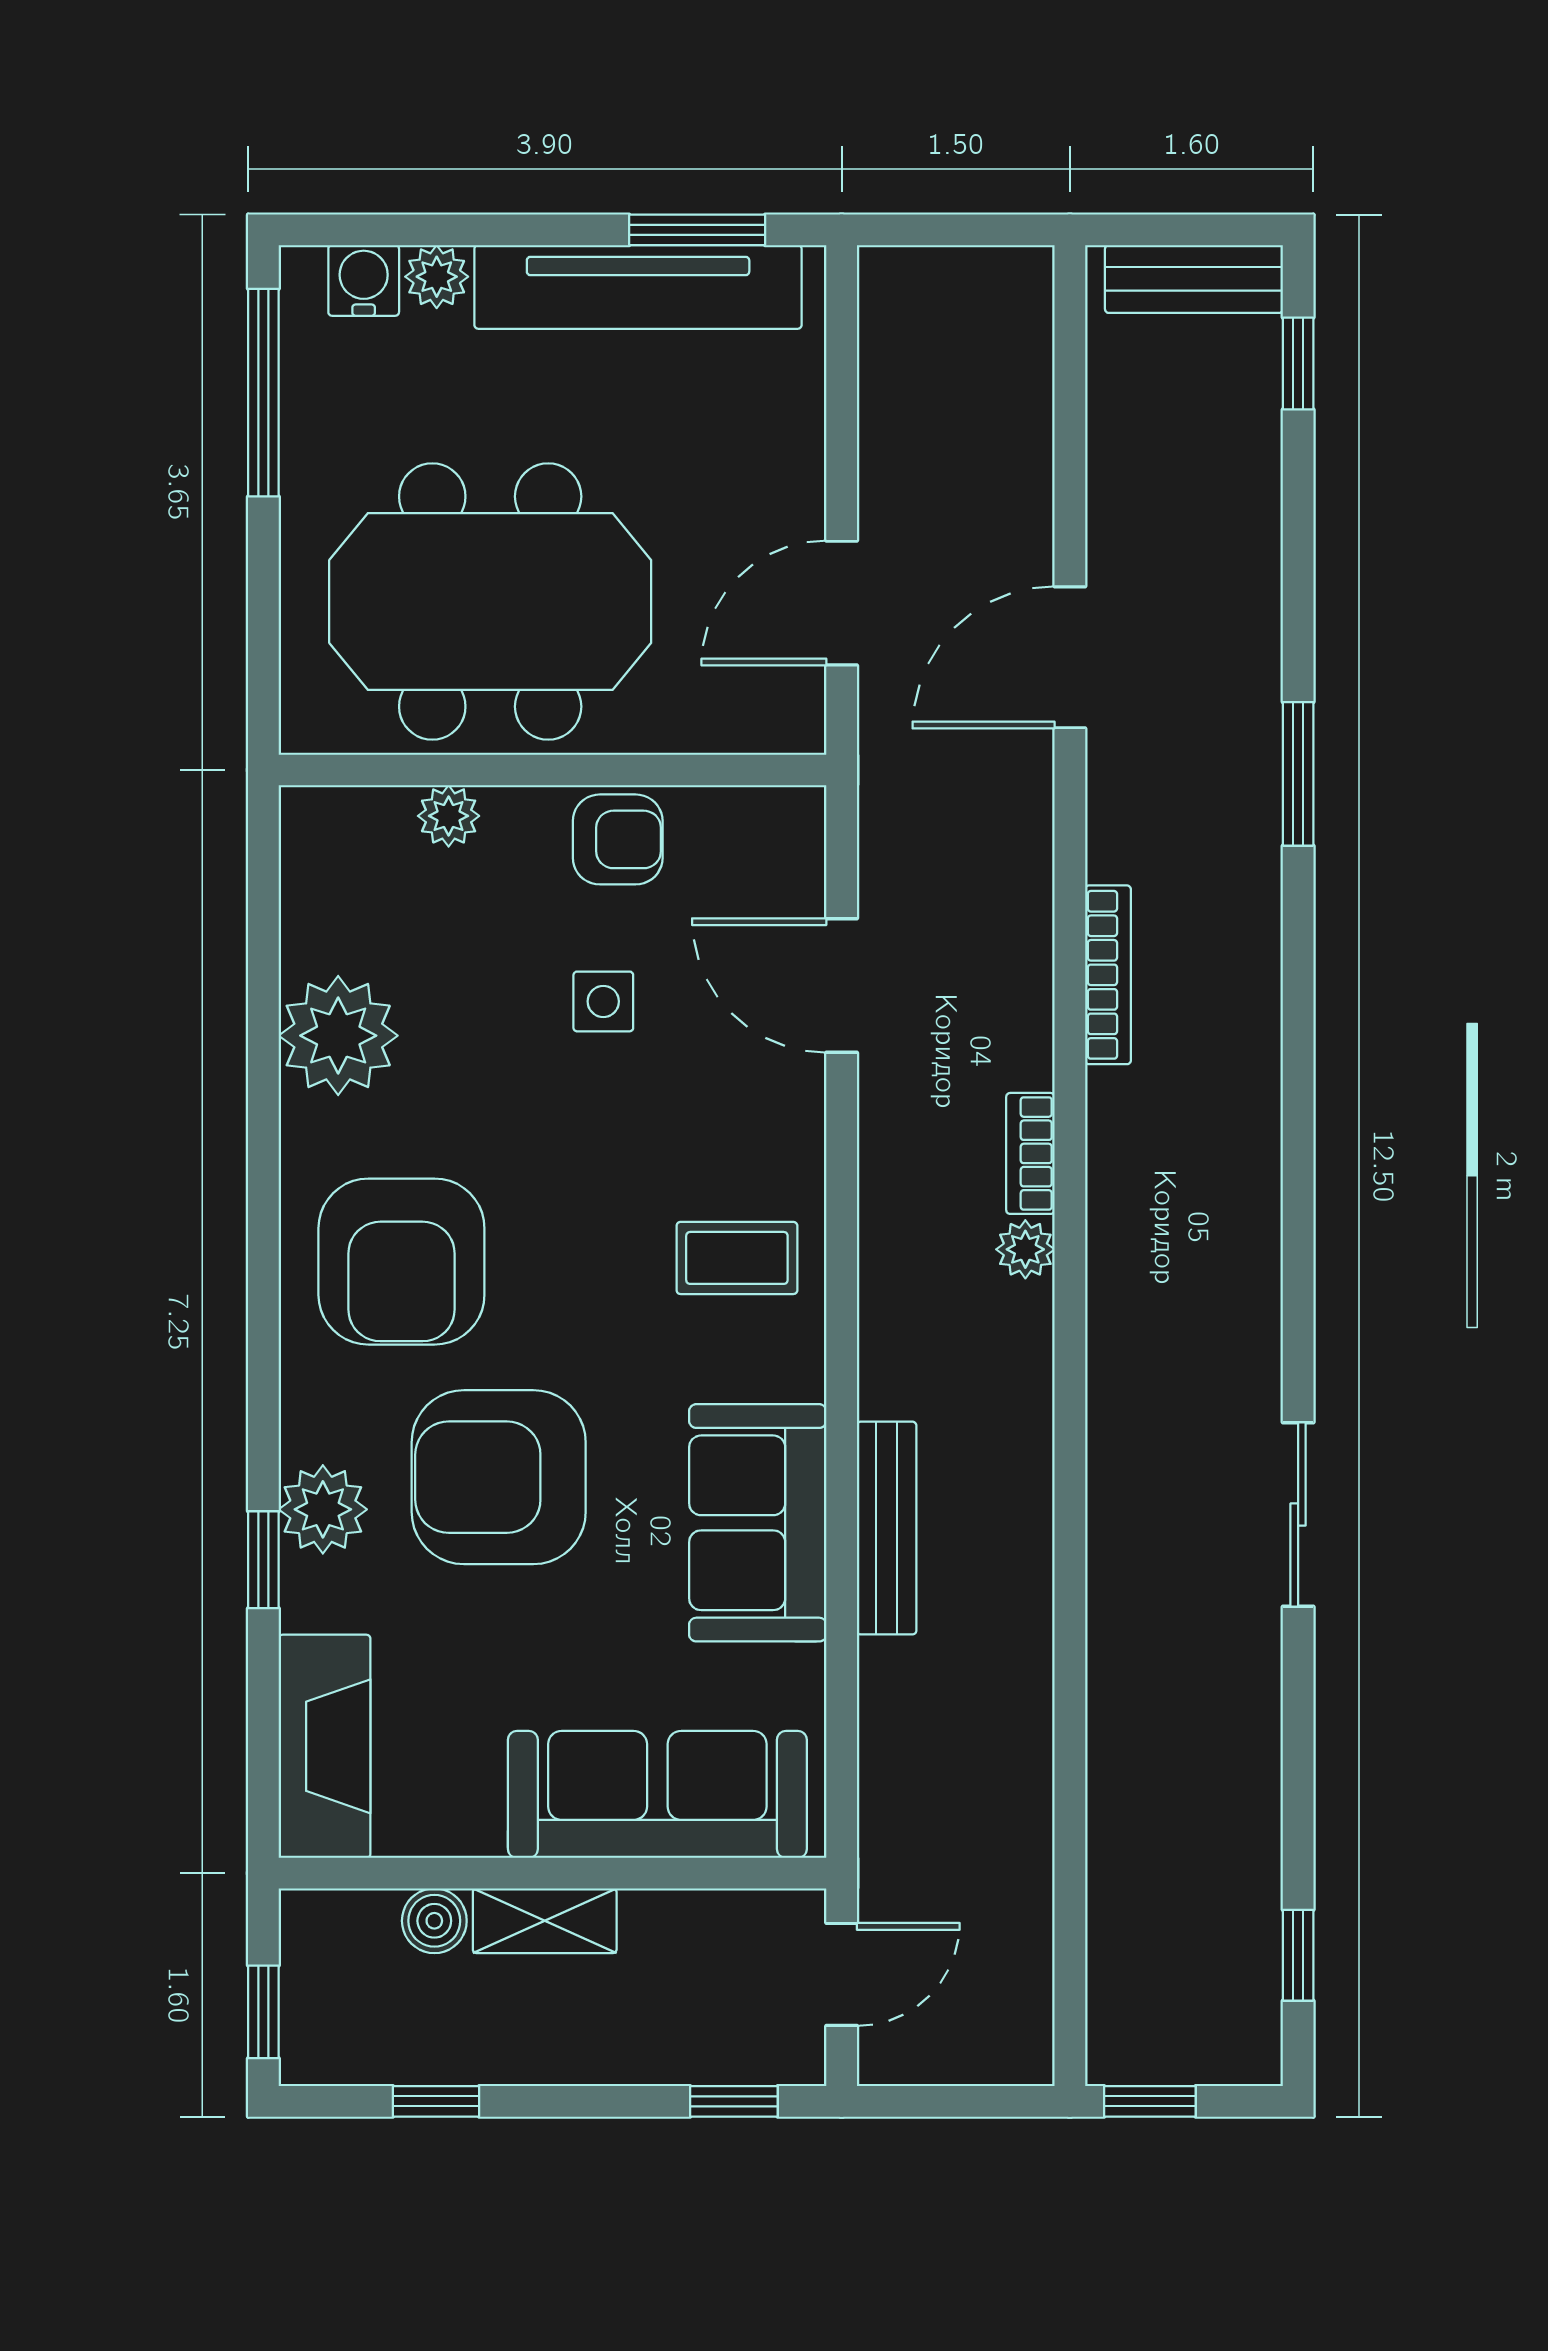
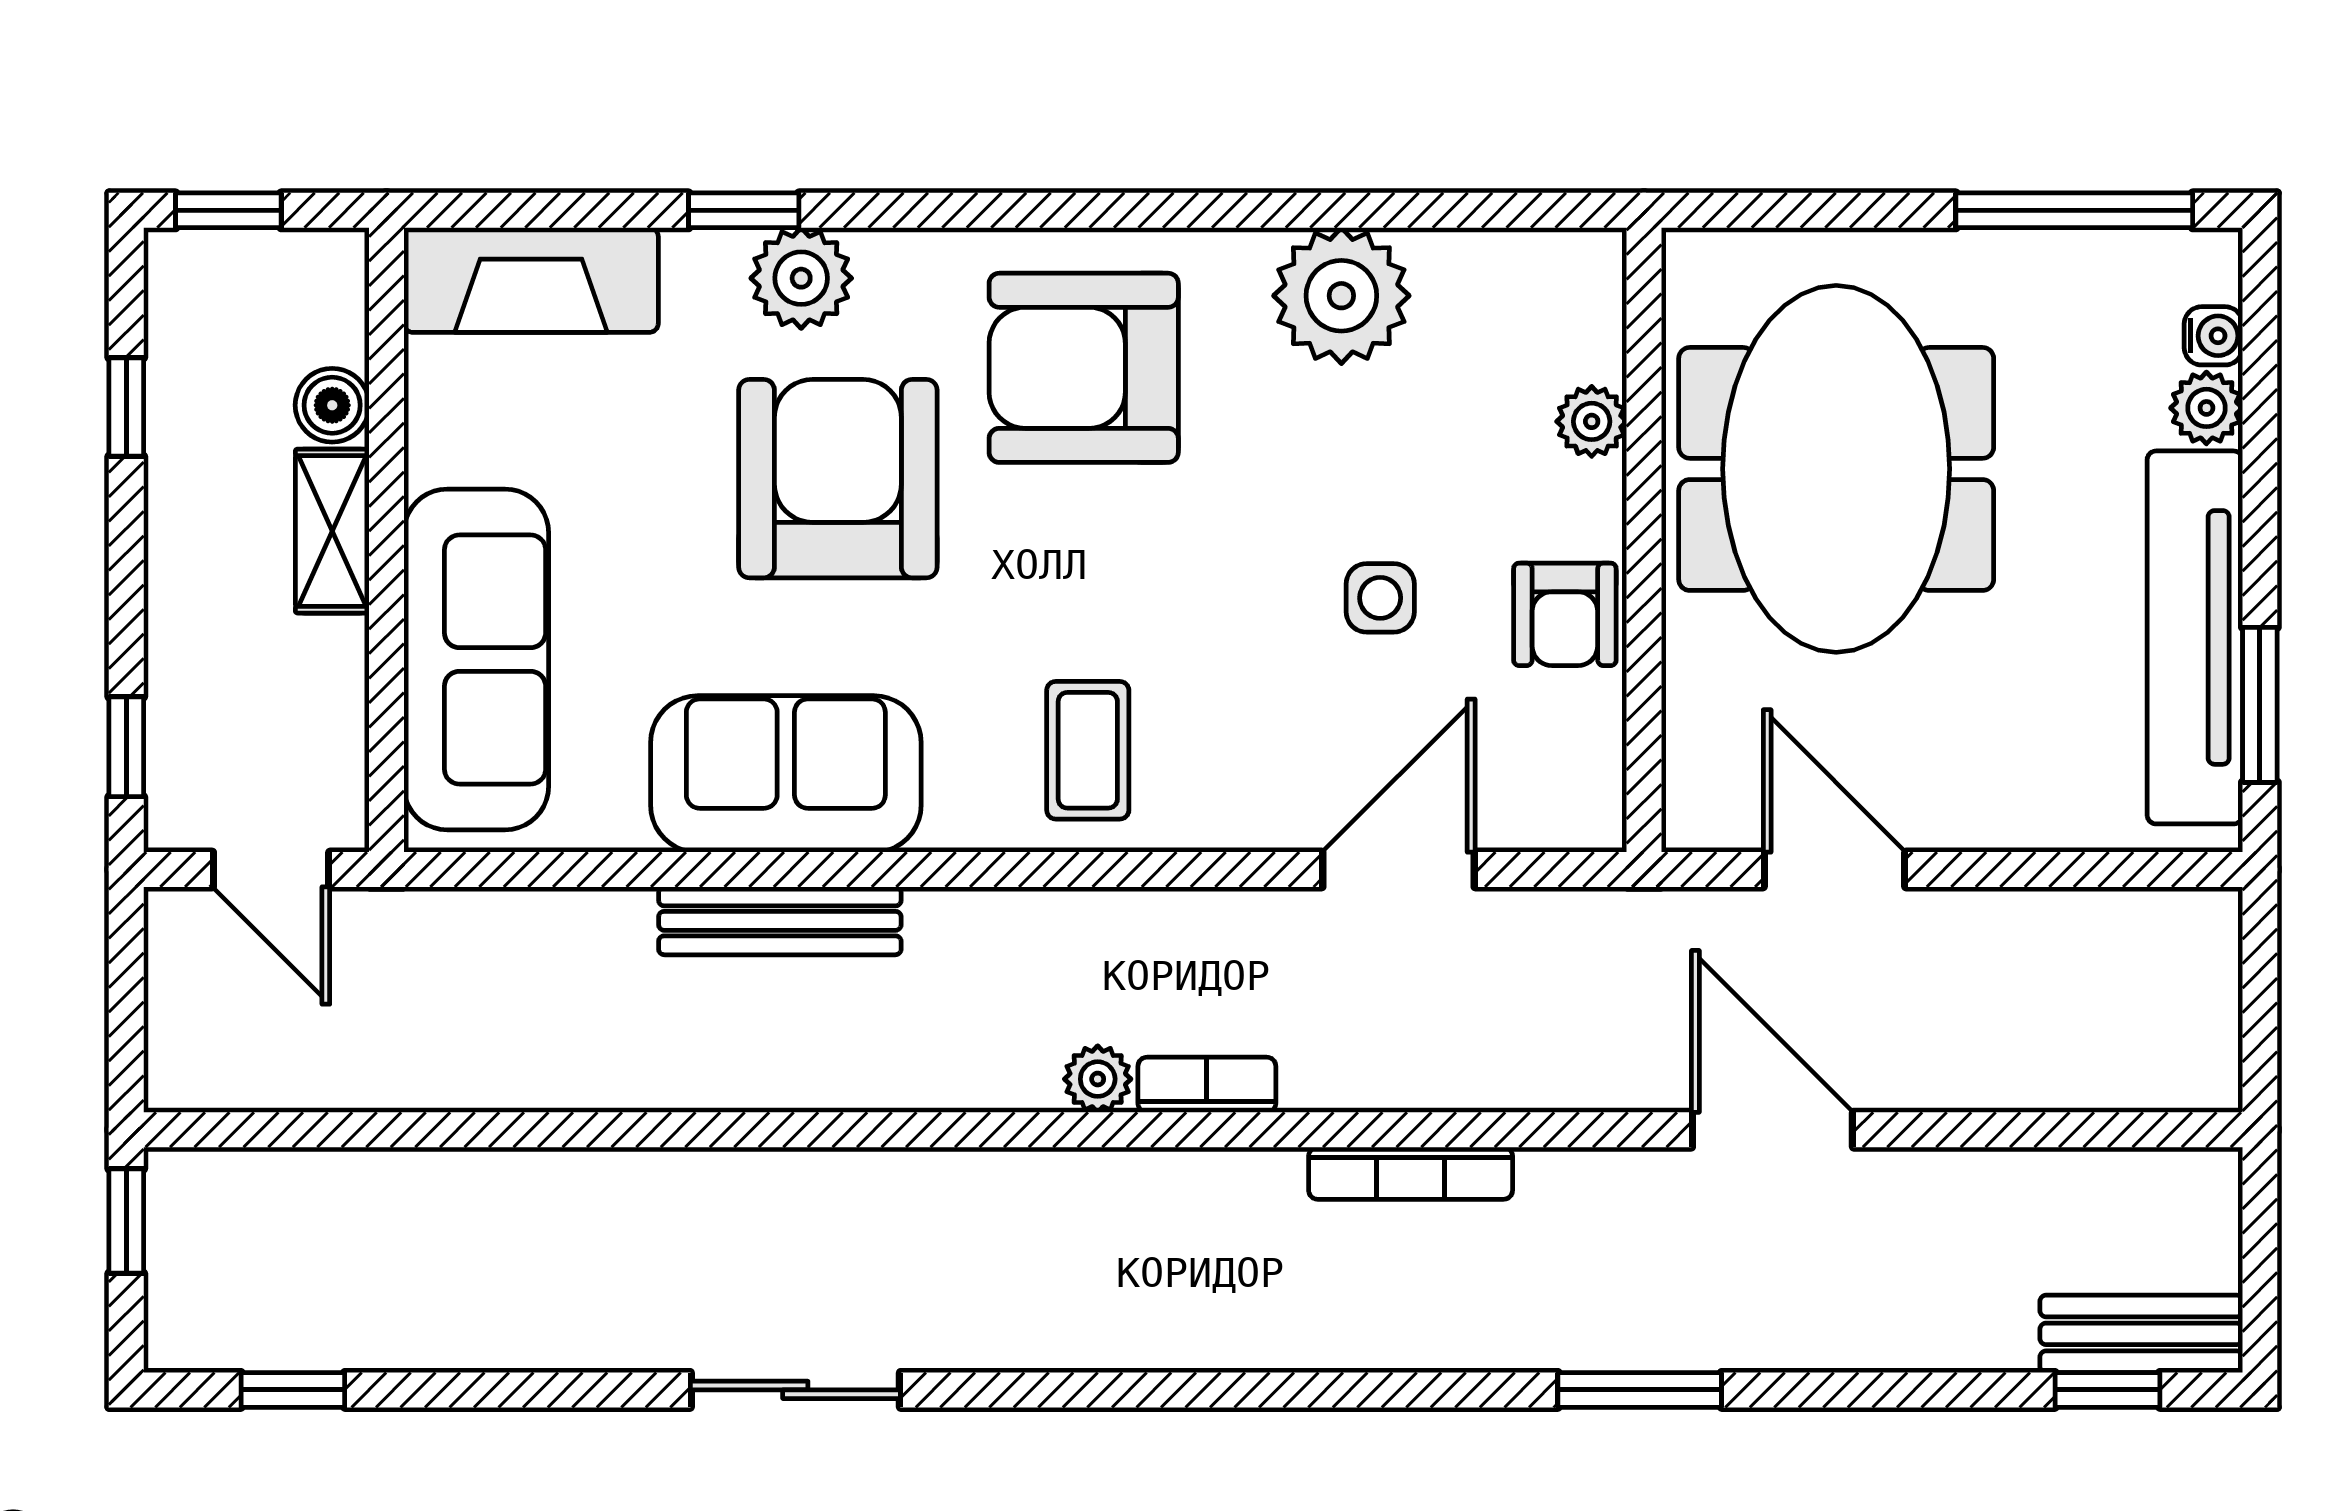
bench: (1194, 279) -> (2141, 1334), moved, turned 90
water cooler: (364, 280) -> (2213, 336), width x0.72, depth x0.72

